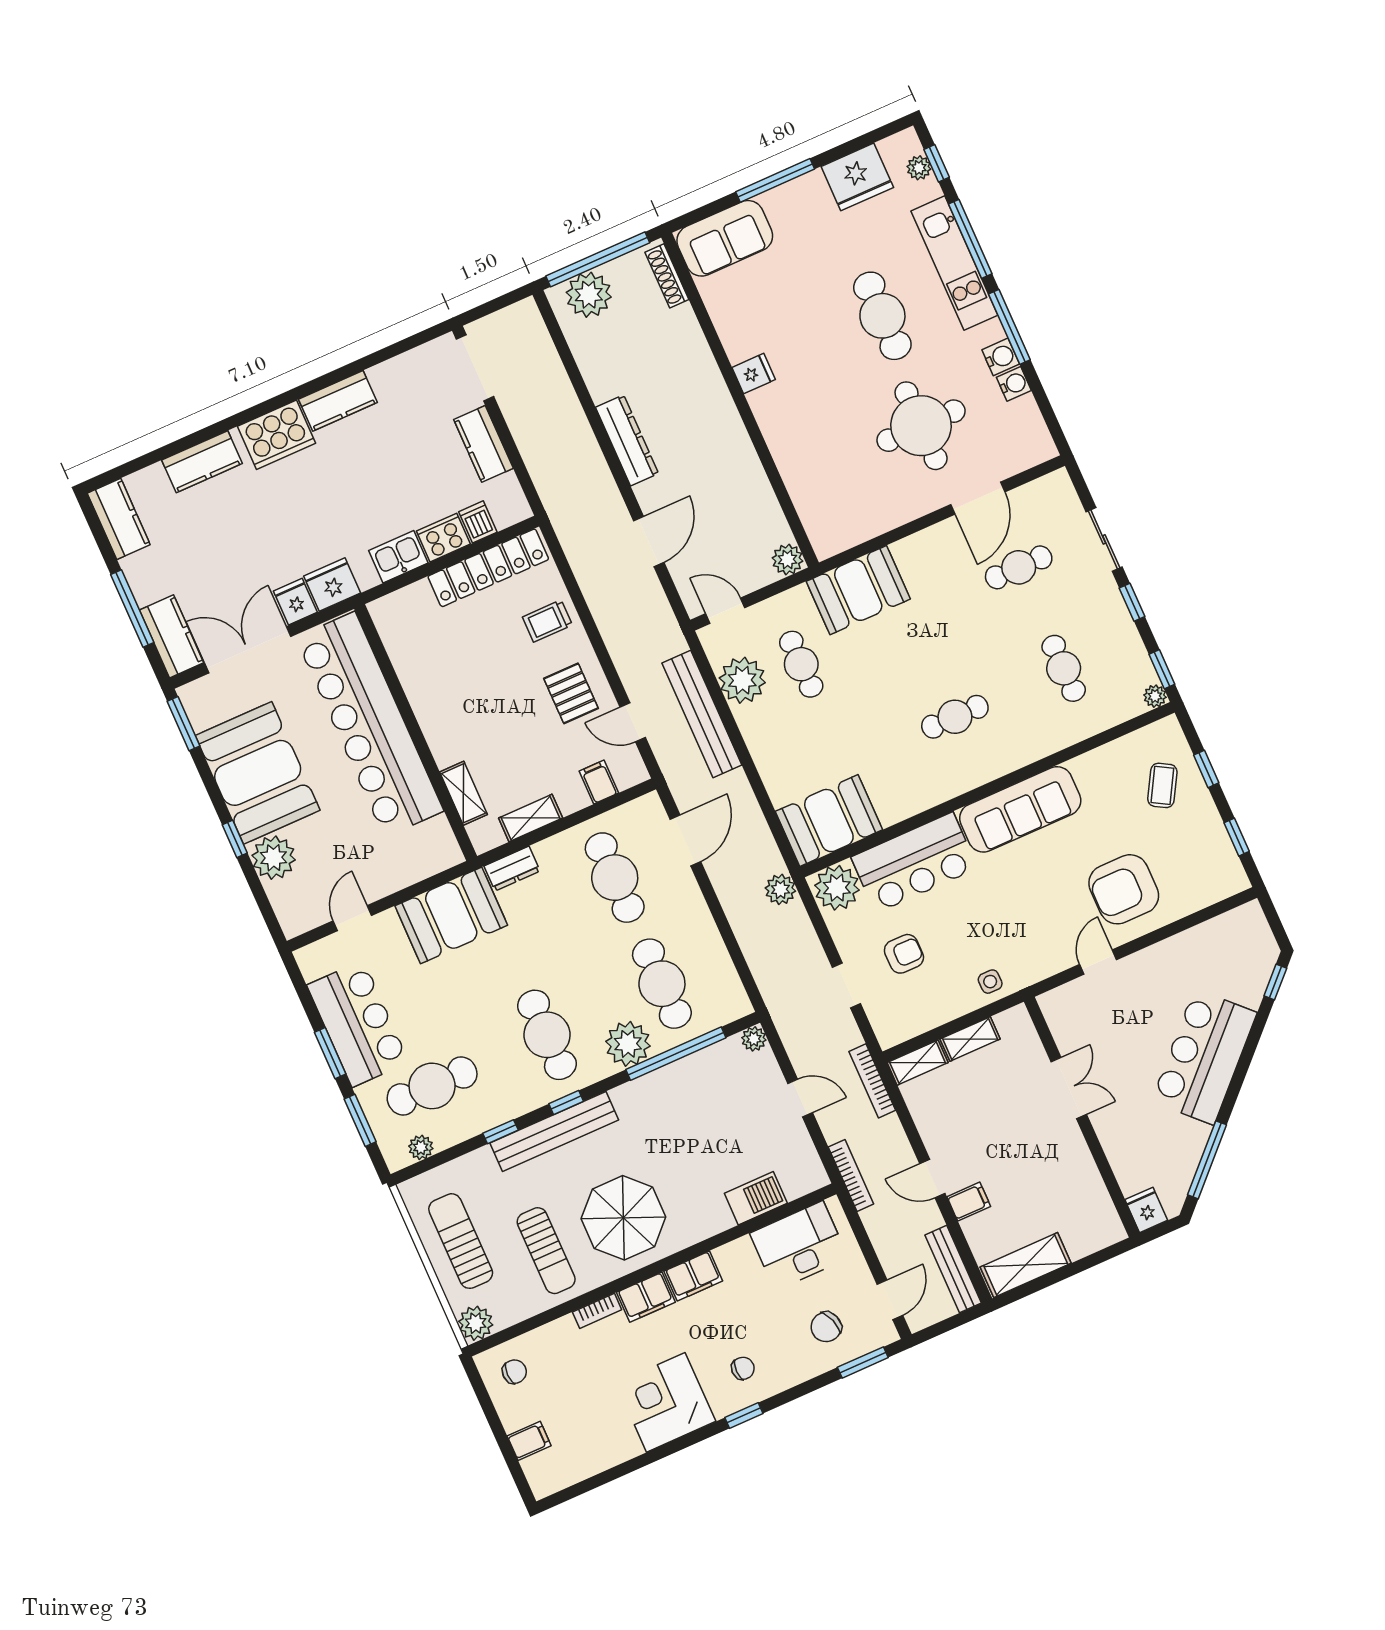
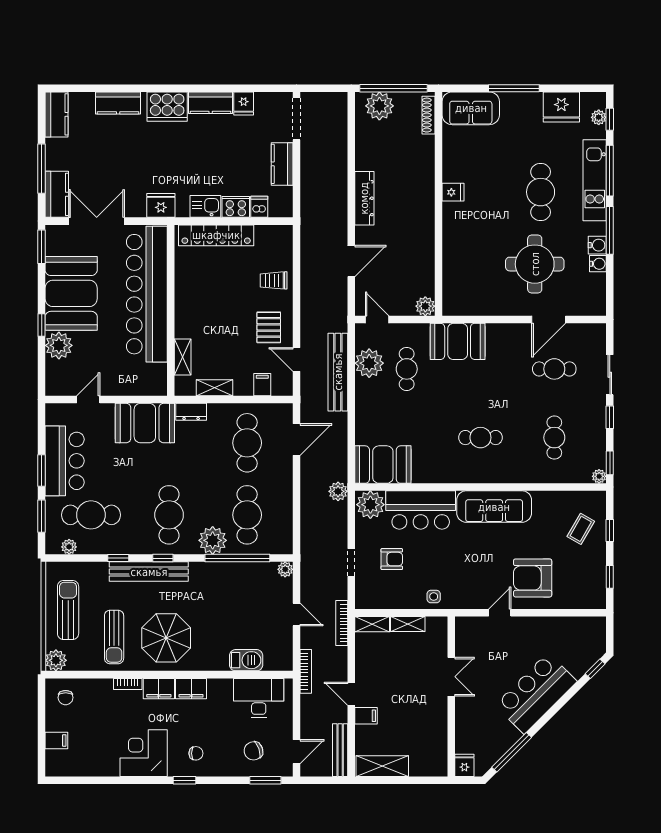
locker: (488, 568) -> (216, 235), moved
fridge: (295, 602) -> (244, 103), moved, turned 180
chair: (514, 1372) -> (66, 698), turned 90

